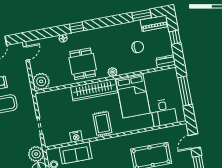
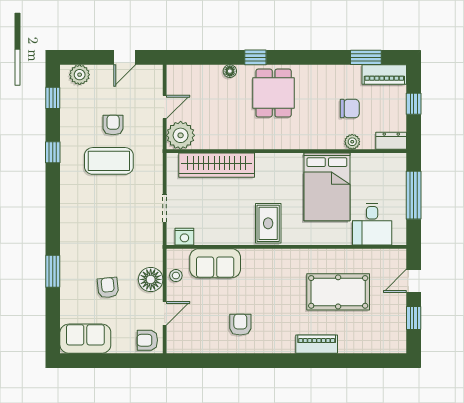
door: (26, 53) -> (165, 107), moved
dining table: (83, 64) -> (274, 93), moved
plant: (112, 72) -> (352, 142), moved
wardrobe: (94, 90) -> (217, 165), moved
nightstand: (76, 137) -> (184, 237), moved
plant: (36, 154) -> (150, 253), removed

